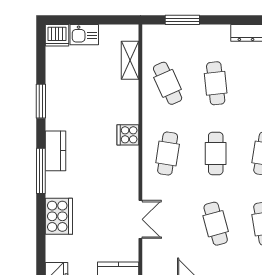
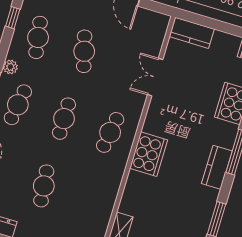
cafe table: (168, 83) -> (90, 200), removed
cooker: (128, 135) -> (149, 154), width x1.87, depth x1.31

